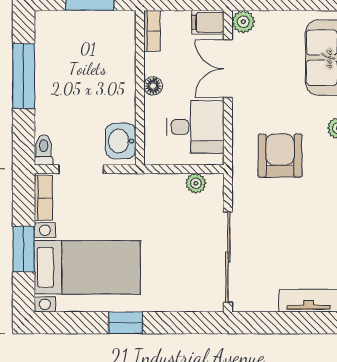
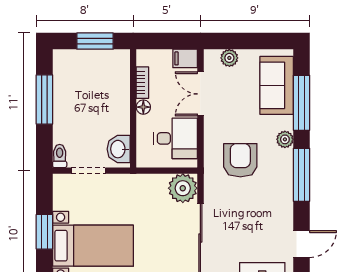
plant: (243, 22) -> (229, 58), moved
bookcase: (152, 31) -> (142, 83), moved
plant: (196, 183) -> (183, 188), width x1.88, depth x1.88
bookcase: (43, 198) -> (59, 193), removed

